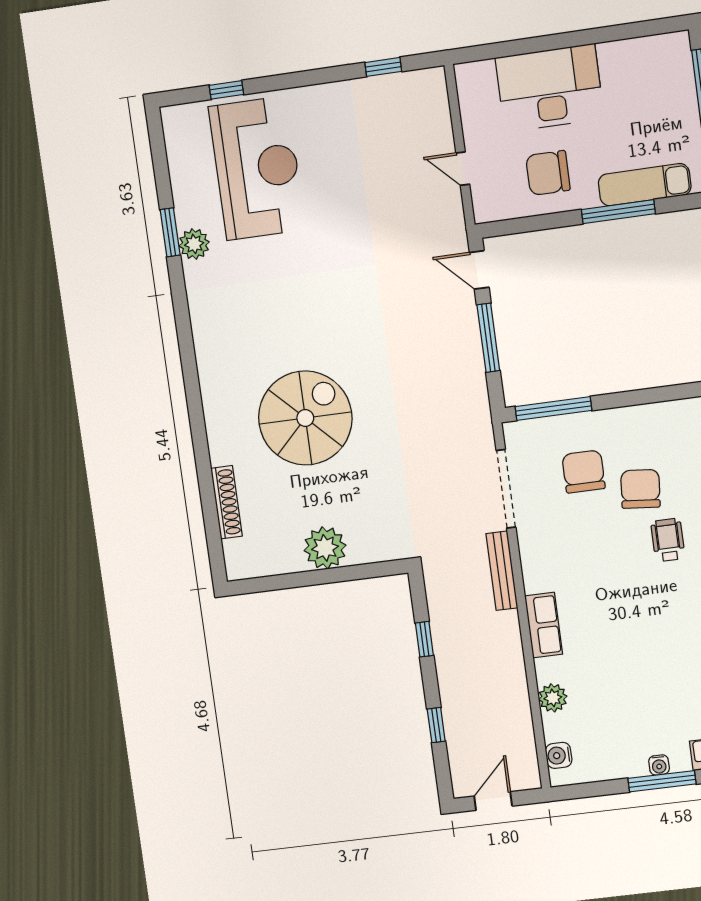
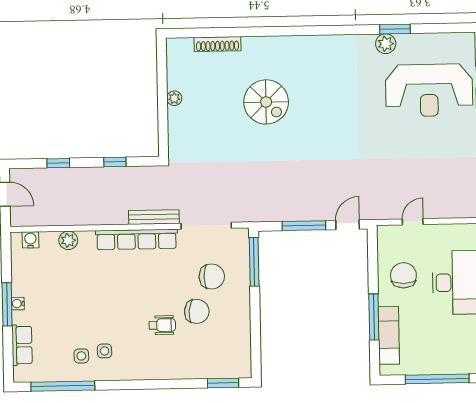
spiral stairs: (305, 418) -> (266, 102), width x0.73, depth x0.73
plant: (325, 548) -> (174, 98), width x0.53, depth x0.53
row of seats: (544, 625) -> (137, 239), width x2.02

